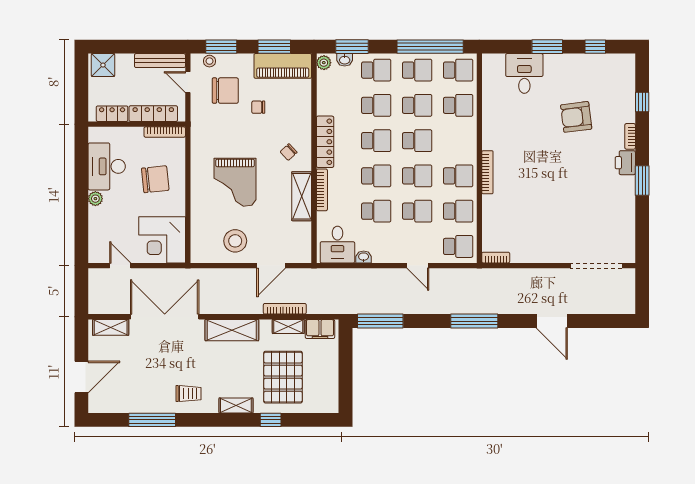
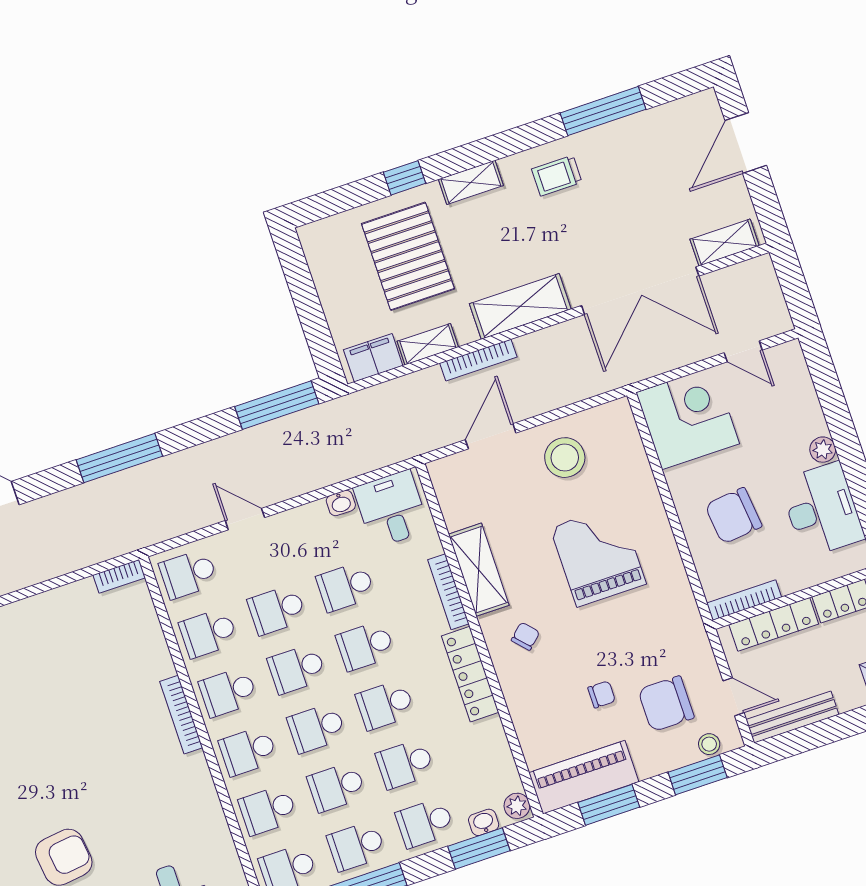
school desk: (458, 141) -> (248, 751), added
bookcase: (285, 309) -> (478, 360), moved

